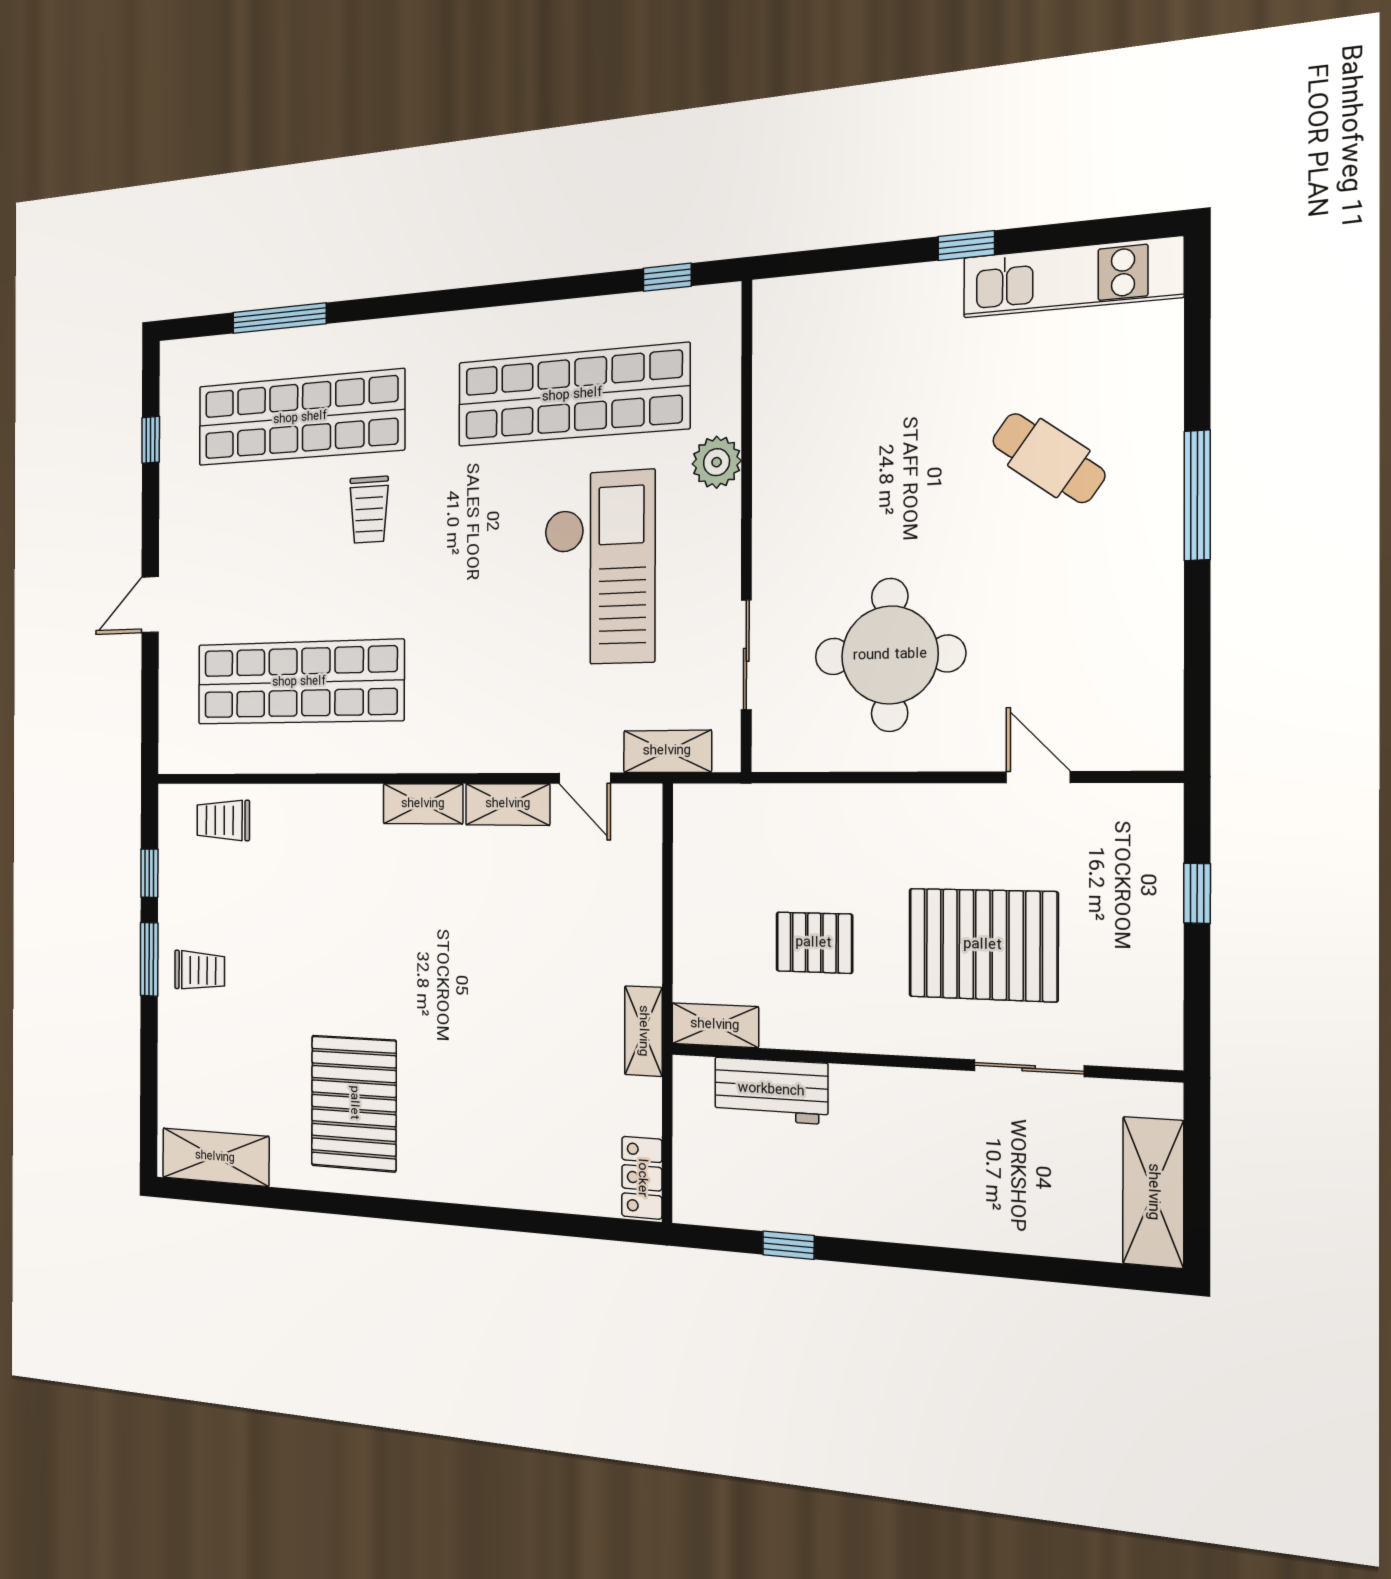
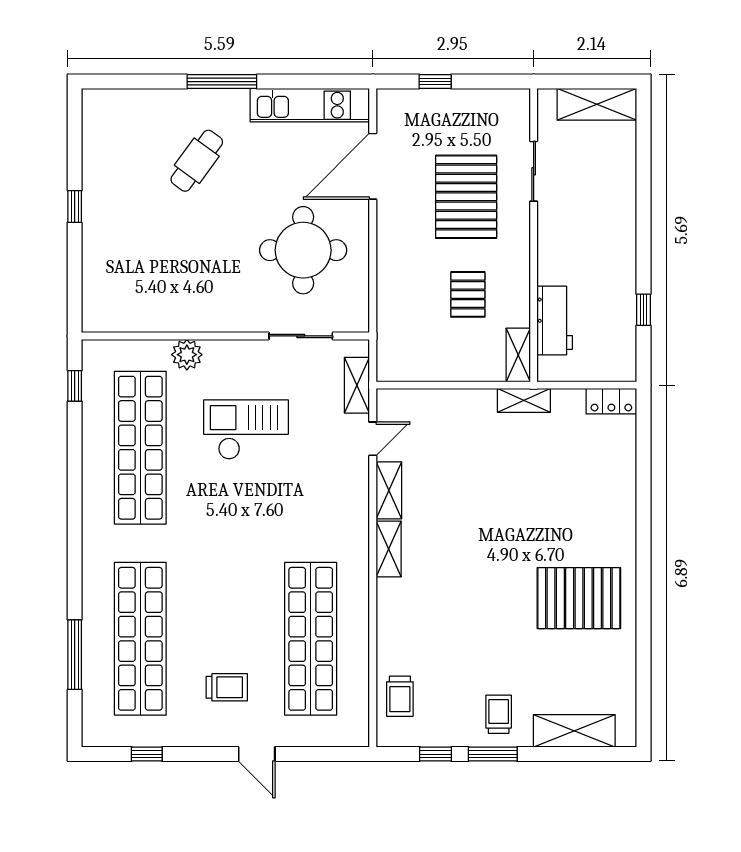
kitchen unit: (1072, 277) -> (310, 105), moved, turned 90
trolley: (369, 510) -> (227, 687), moved
checkout: (599, 568) -> (246, 430), width x0.73, depth x0.83
door: (1038, 777) -> (373, 166), width x1.88
shelving: (215, 1157) -> (574, 731), moved, turned 90

